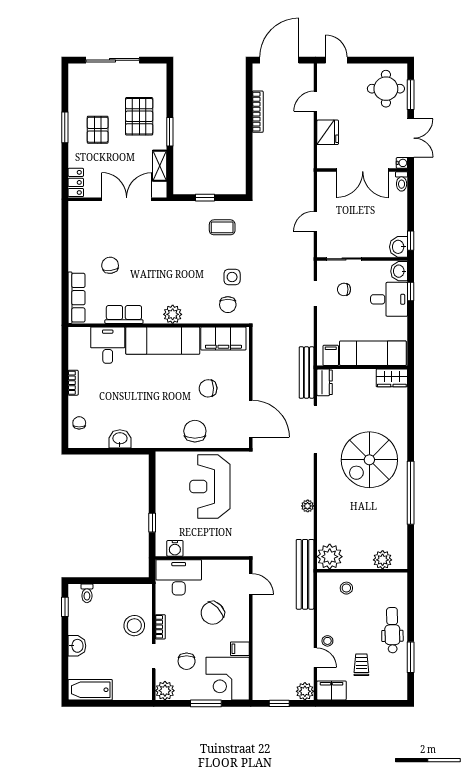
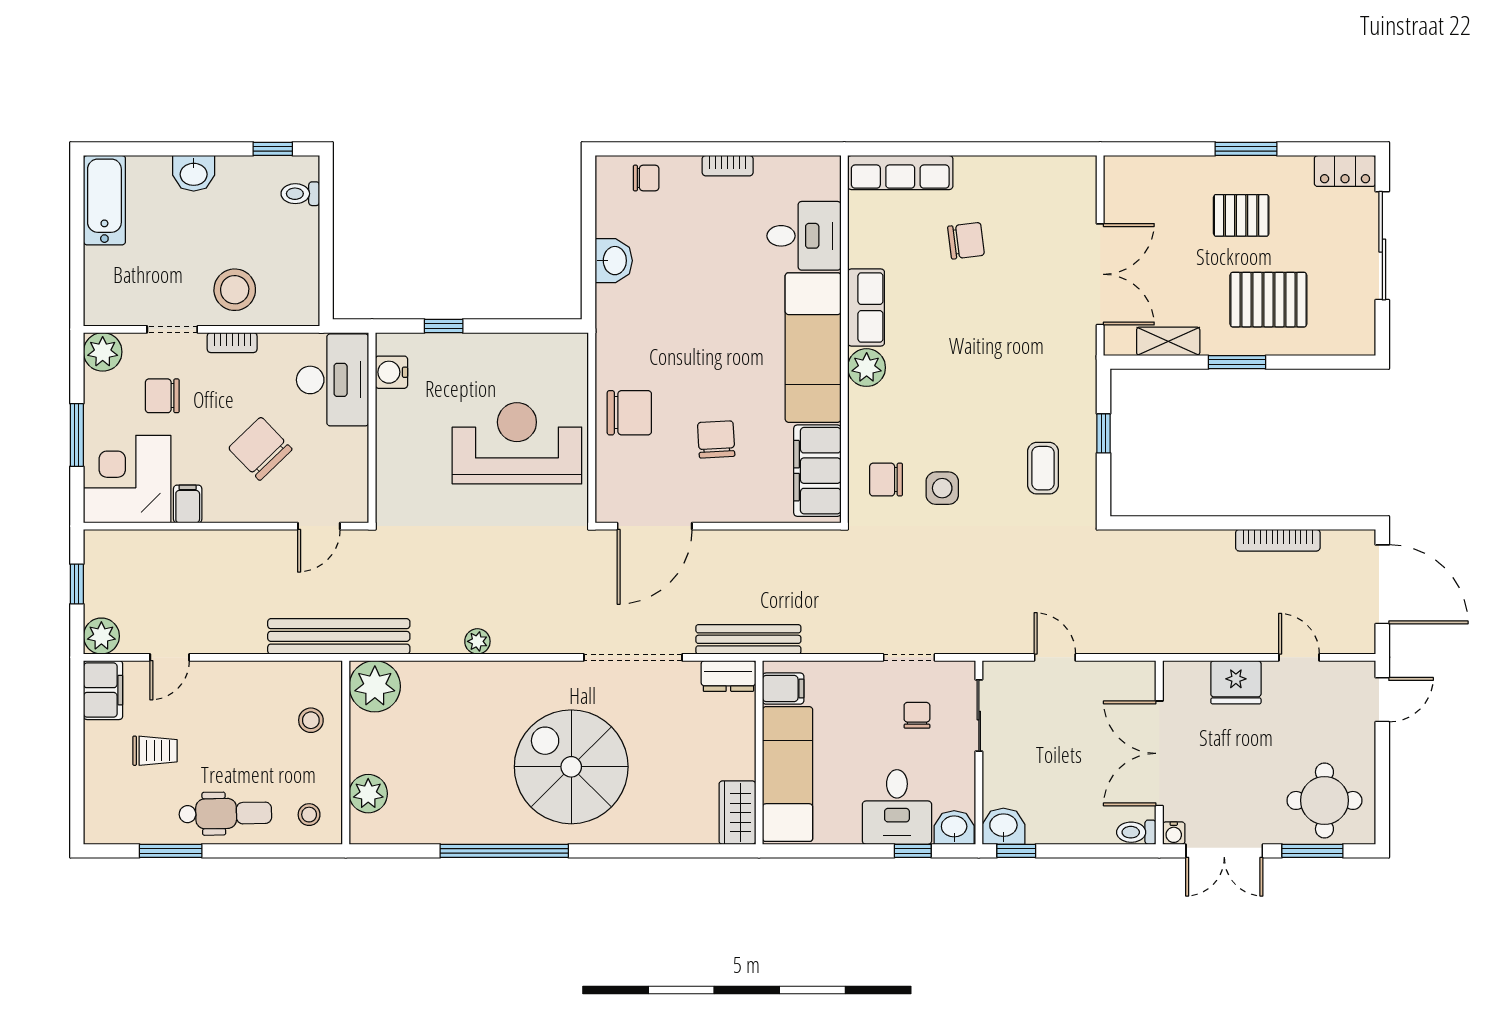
locker: (76, 182) -> (1345, 171), moved
row of seats: (124, 315) -> (866, 308), moved
stool: (327, 641) -> (309, 815), moved

